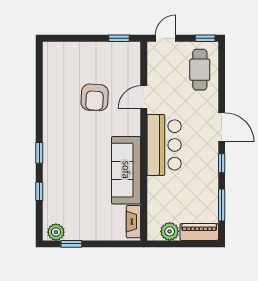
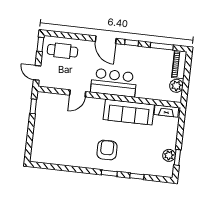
armchair: (95, 97) -> (107, 150), moved, turned -93
door: (144, 97) -> (78, 93), hinge flipped
door: (222, 127) -> (106, 40), swing flipped
plant: (56, 232) -> (169, 155), moved

